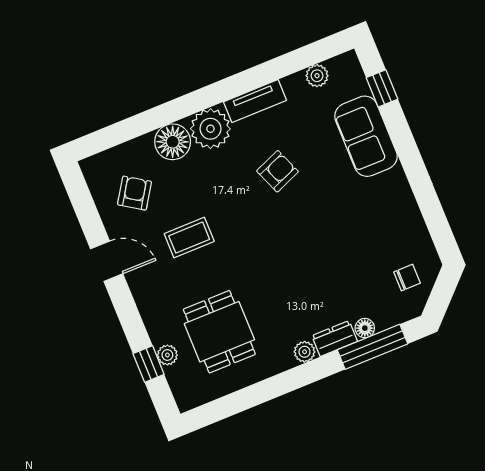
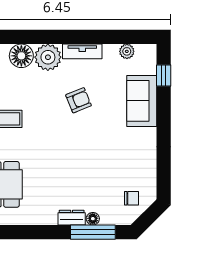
plant: (305, 352) -> (50, 218), removed

